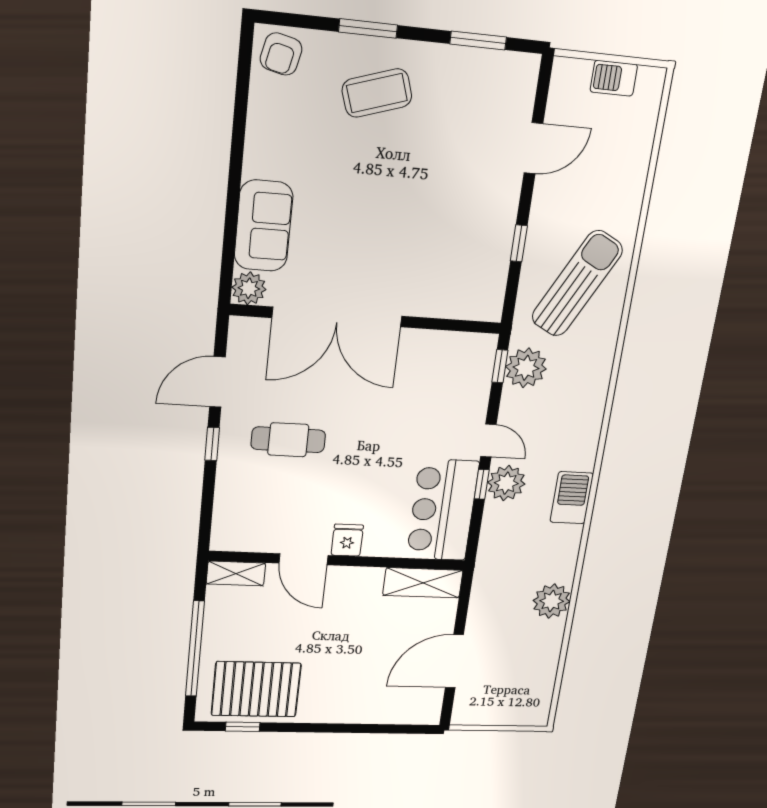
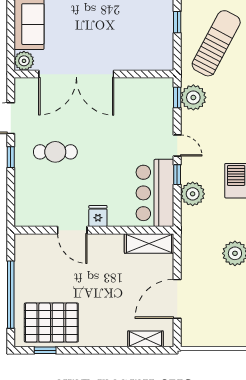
plant: (506, 483) -> (193, 194), moved
shelving: (236, 574) -> (145, 339), moved

